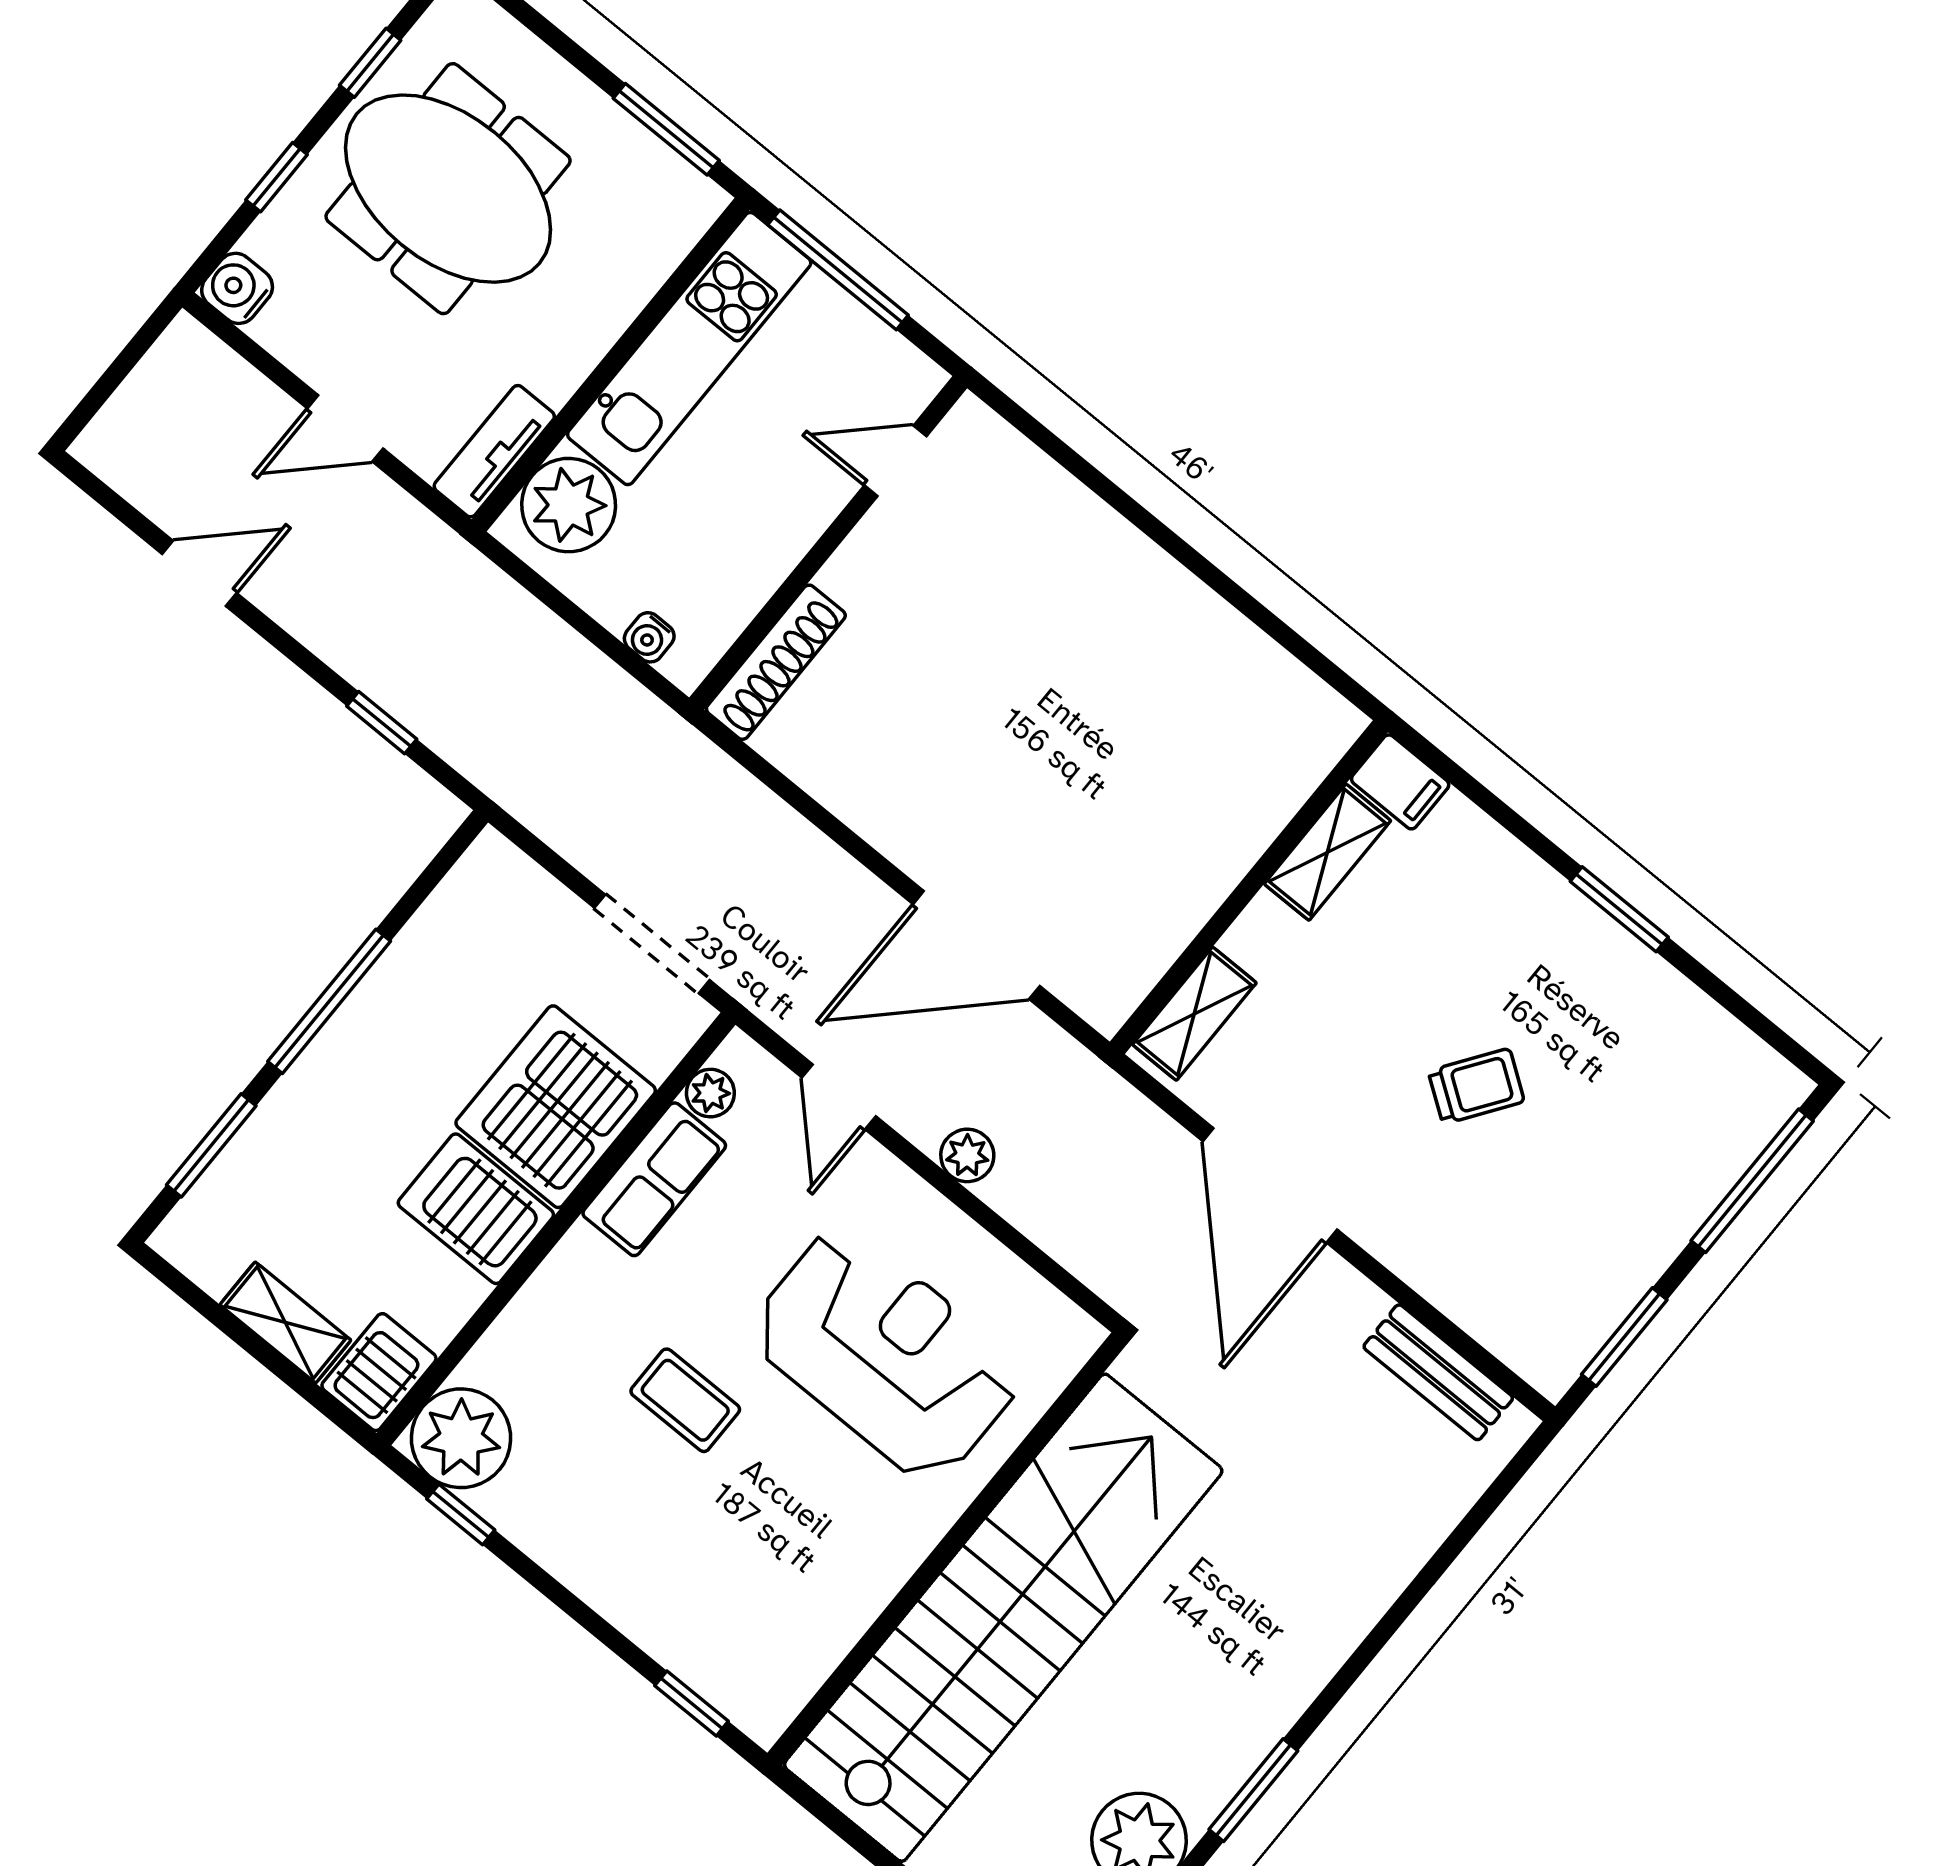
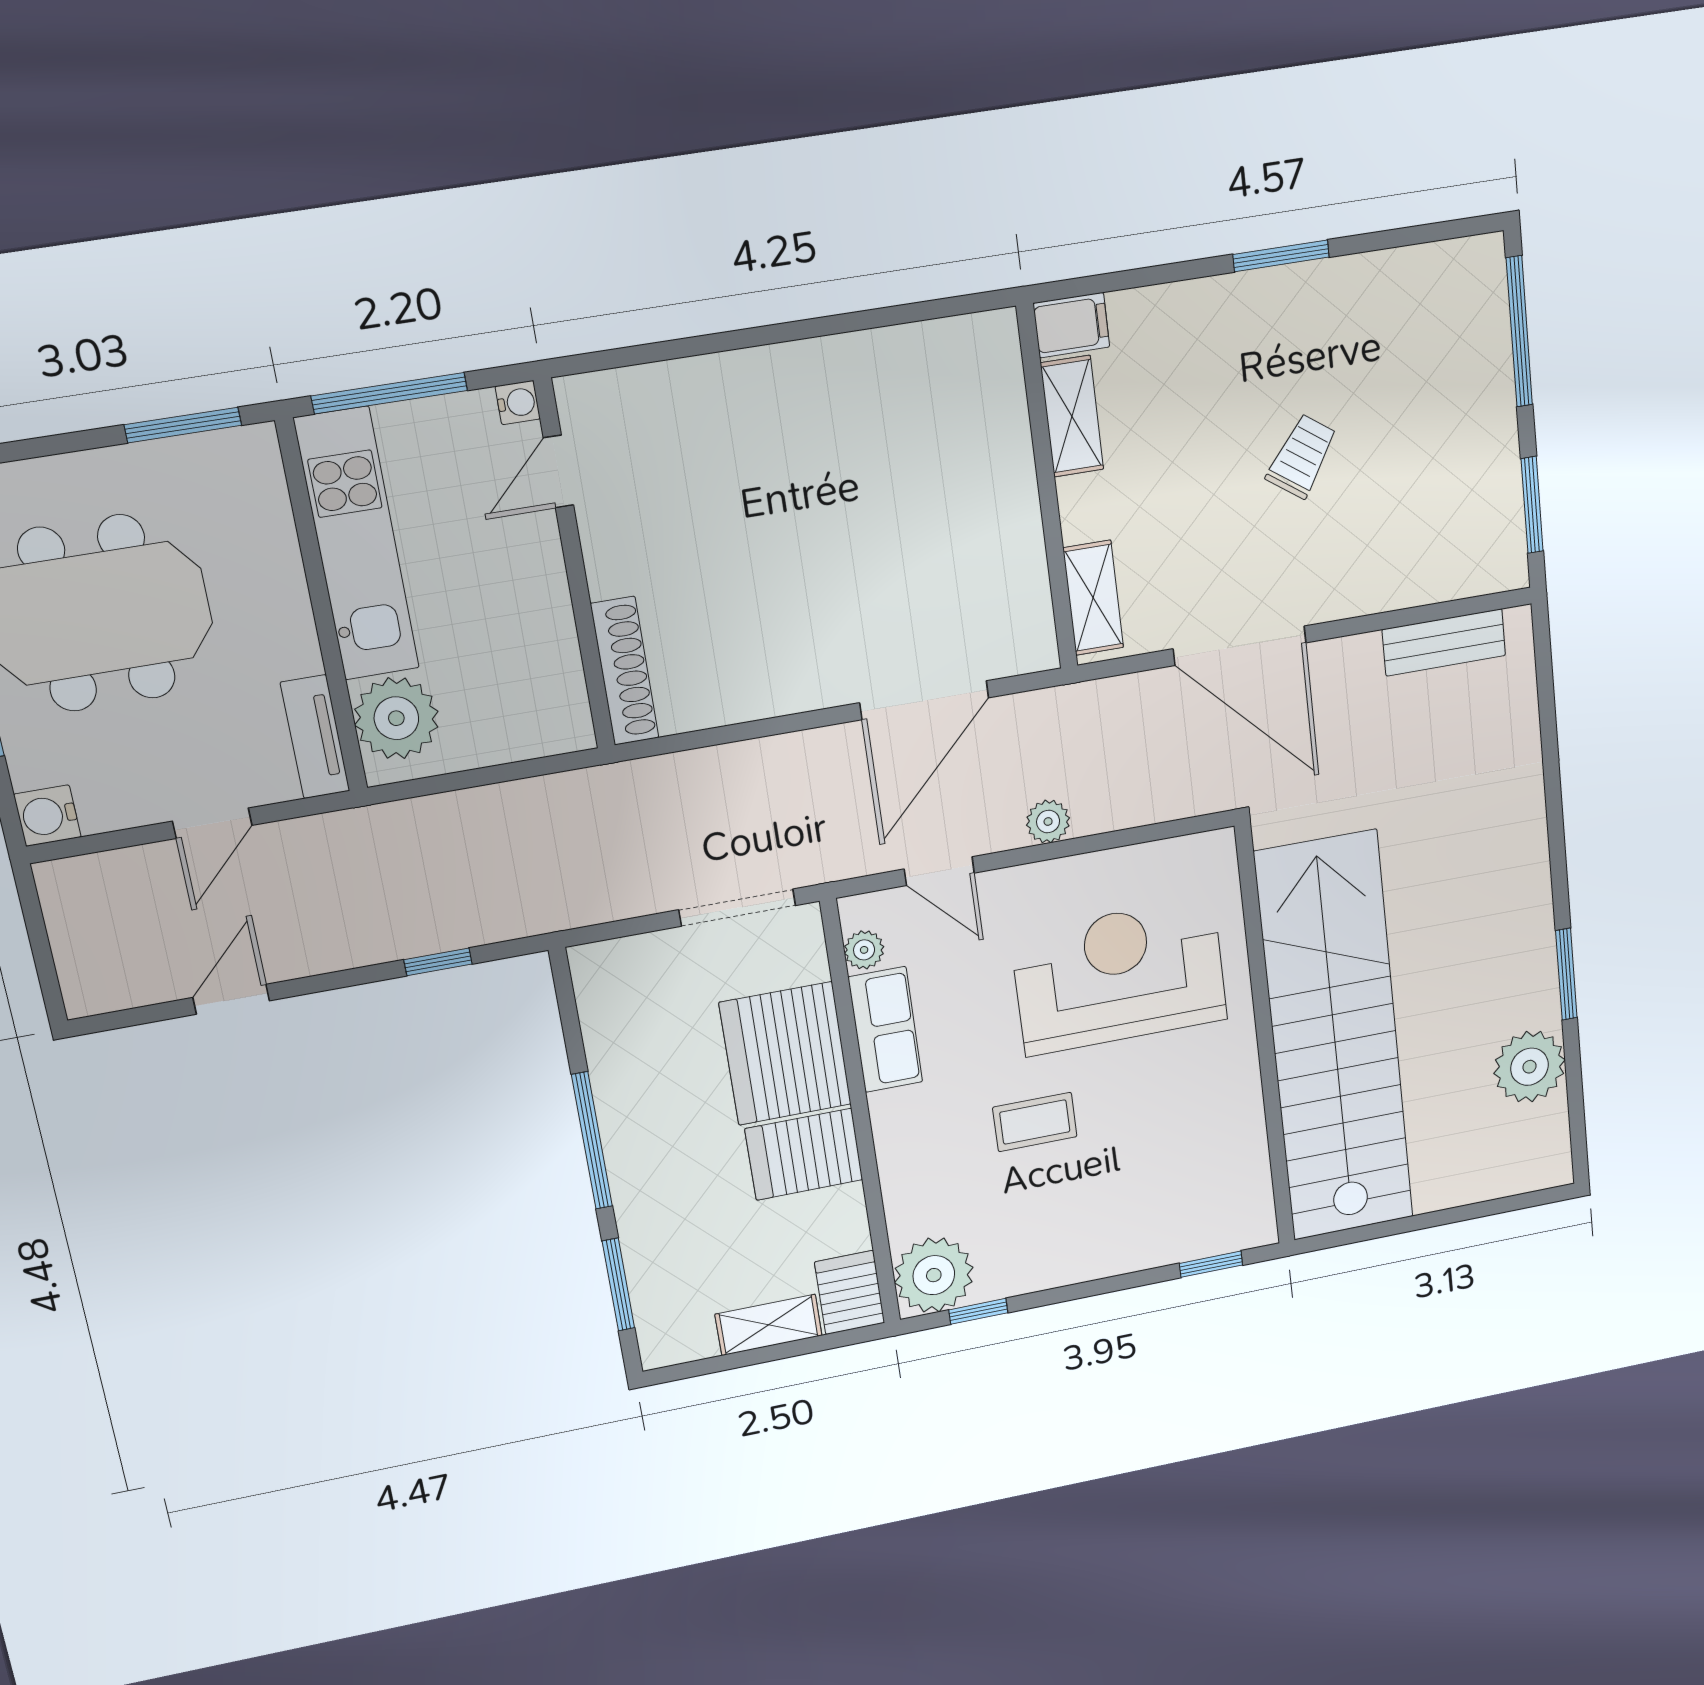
water cooler: (649, 637) -> (518, 403), moved, turned -90

